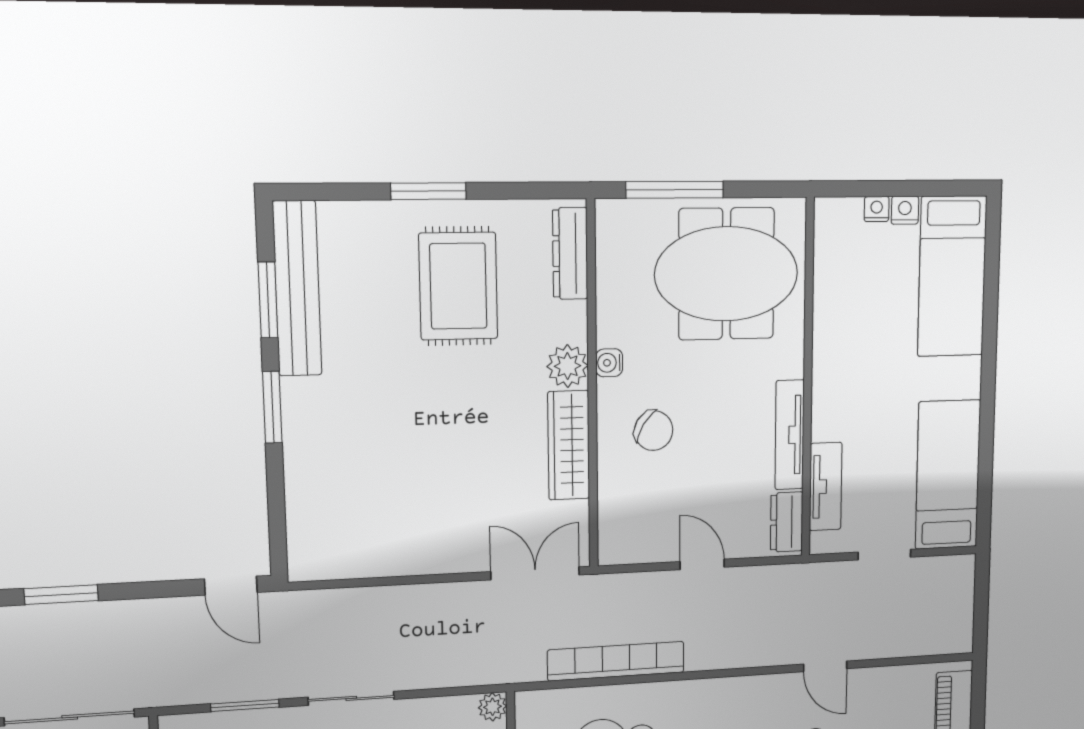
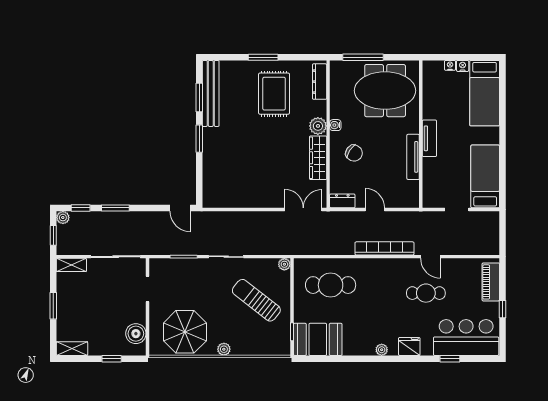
tv unit: (826, 487) -> (429, 138), moved
dresser: (787, 522) -> (342, 201), moved, turned 90
bookcase: (616, 661) -> (384, 248), moved

